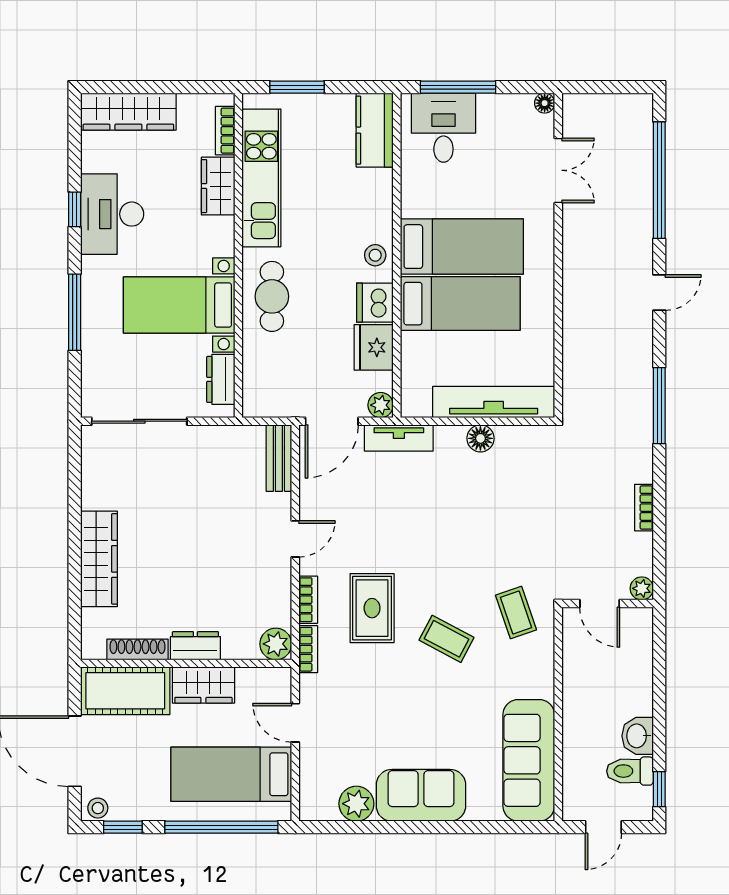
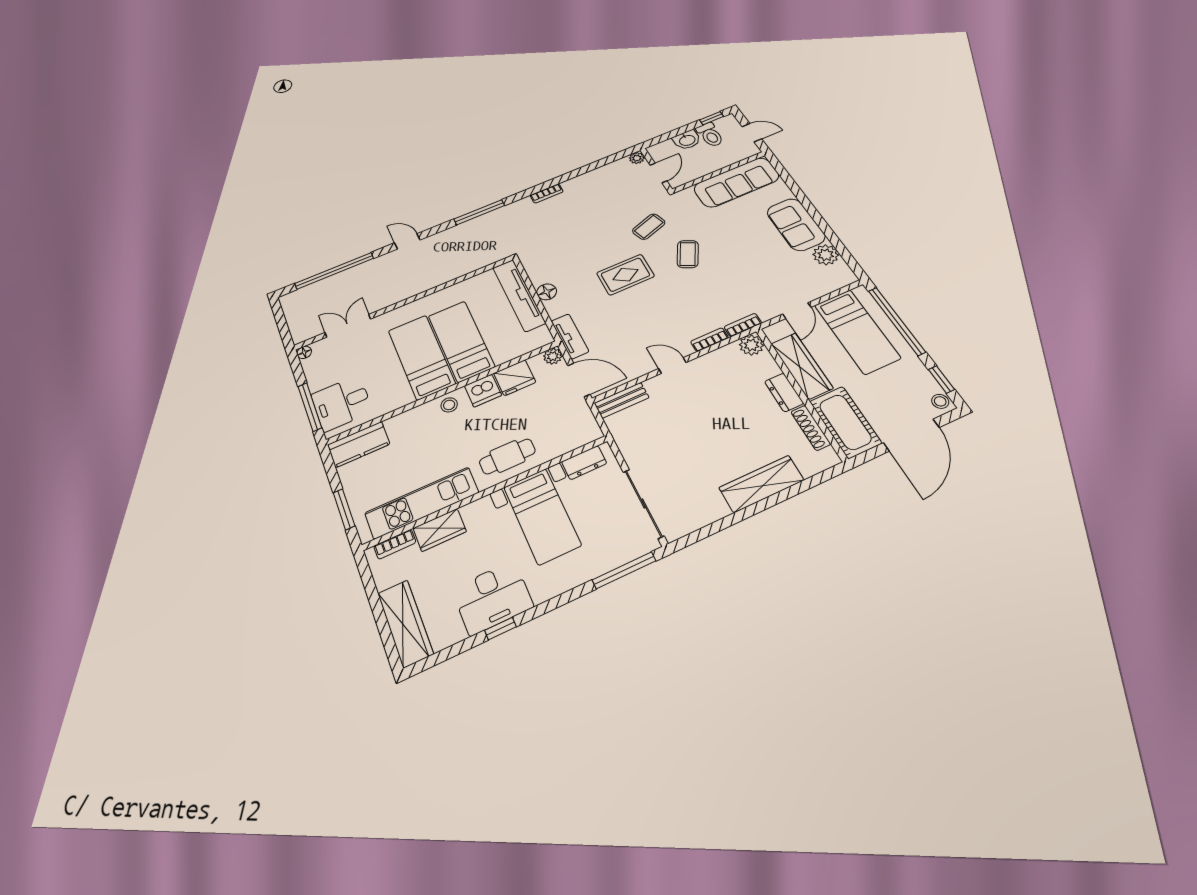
window: (75, 312) -> (624, 570), moved
plant: (642, 588) -> (637, 158), moved
door: (600, 604) -> (658, 173), moved
wall: (608, 604) -> (656, 169), moved
rug: (372, 608) -> (625, 275), moved
wardrobe: (203, 685) -> (802, 366), width x1.50

